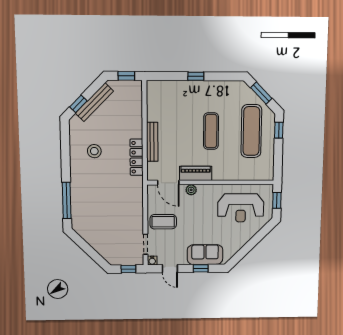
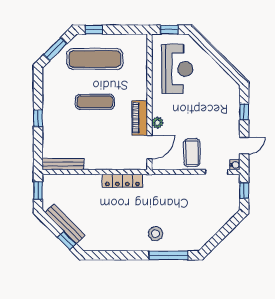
bench: (152, 142) -> (63, 164), moved
stool: (94, 151) -> (156, 234), moved
sofa: (205, 255) -> (229, 107), removed

